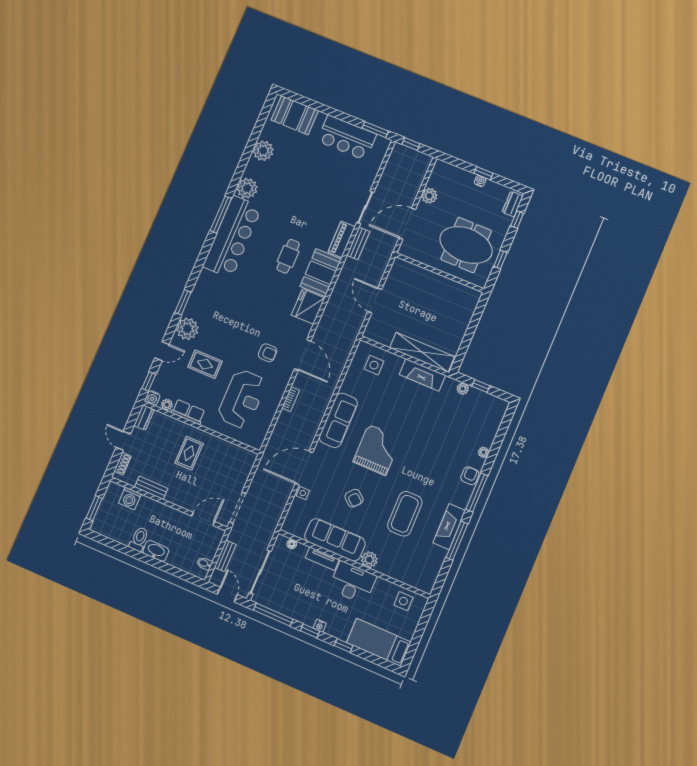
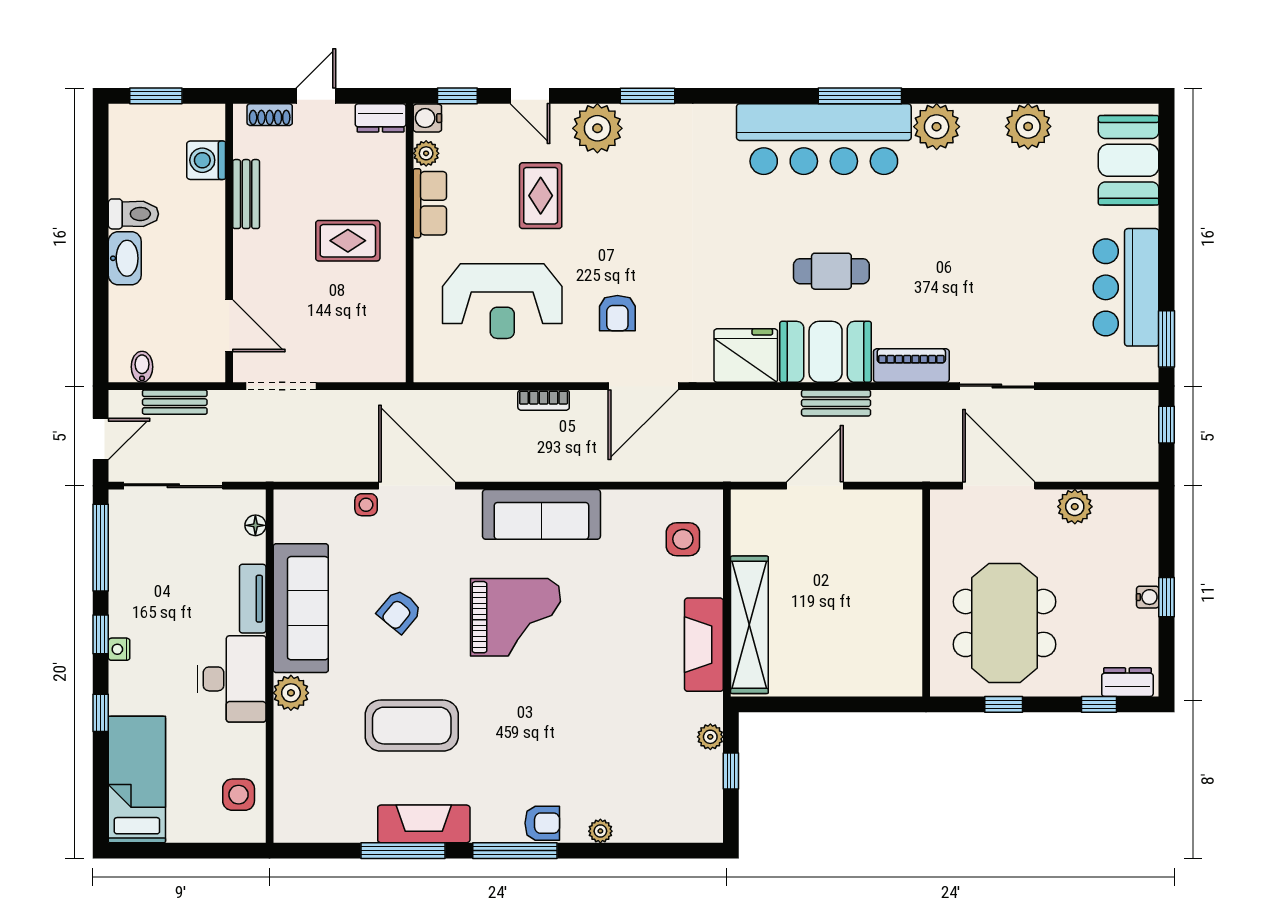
bench: (358, 243) -> (836, 403), moved

